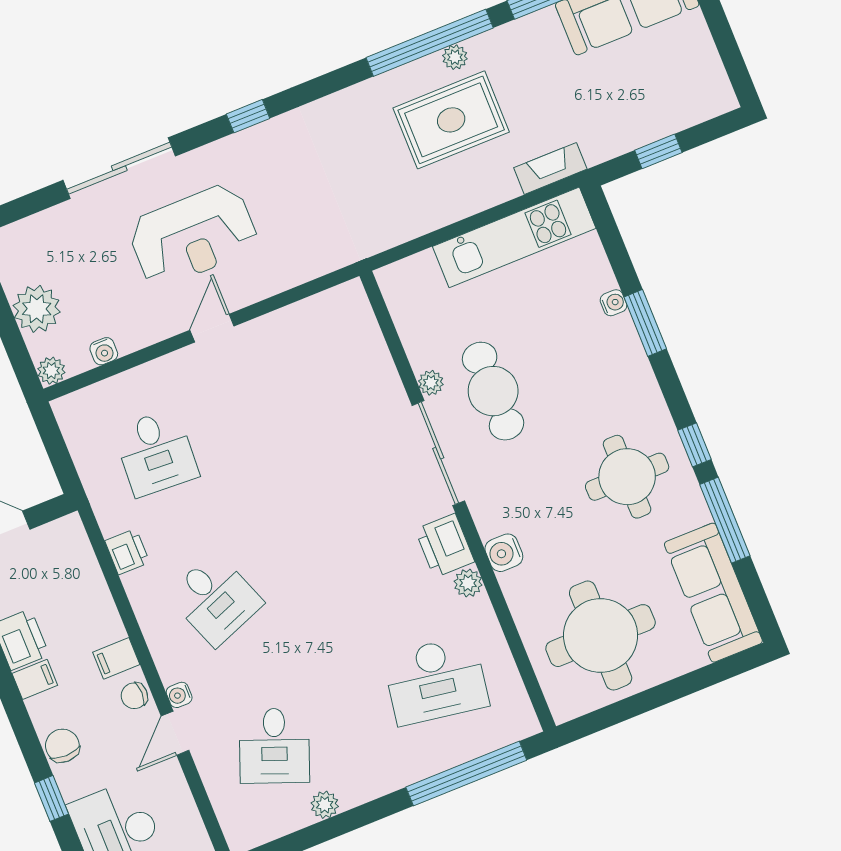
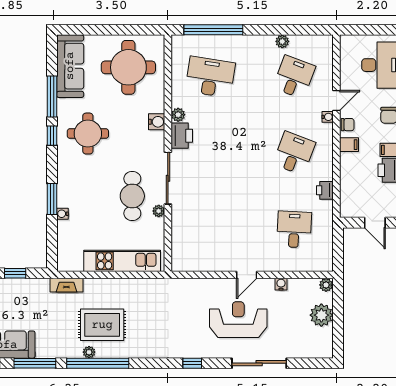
kitchen unit: (514, 237) -> (122, 261), moved
water cooler: (104, 351) -> (281, 284), moved
desk: (215, 599) -> (294, 153), turned 42

